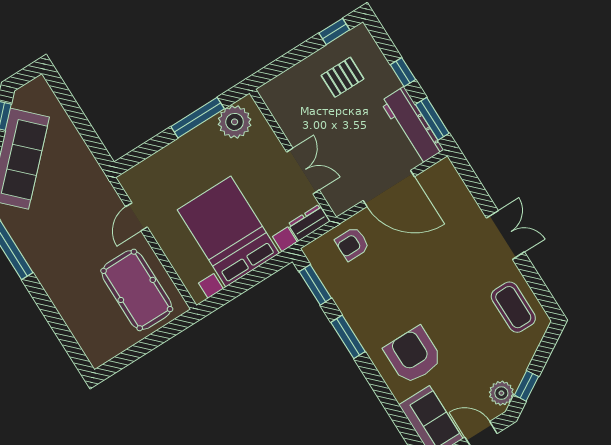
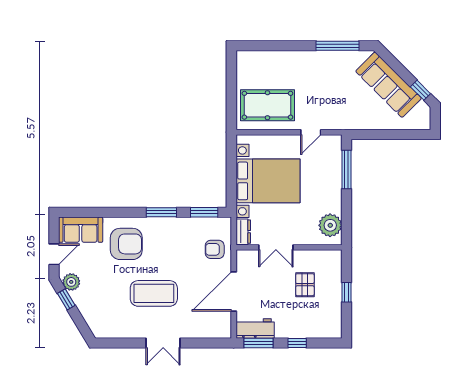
window: (334, 31) -> (346, 292), moved
pallet: (343, 77) -> (305, 285), moved
window: (198, 118) -> (346, 169), moved
workbench: (412, 126) -> (255, 329), width x0.73
door: (136, 217) -> (311, 132), swing flipped
armchair: (352, 244) -> (215, 249), turned -90
coffee table: (513, 307) -> (154, 293), moved, width x1.36, depth x1.32

